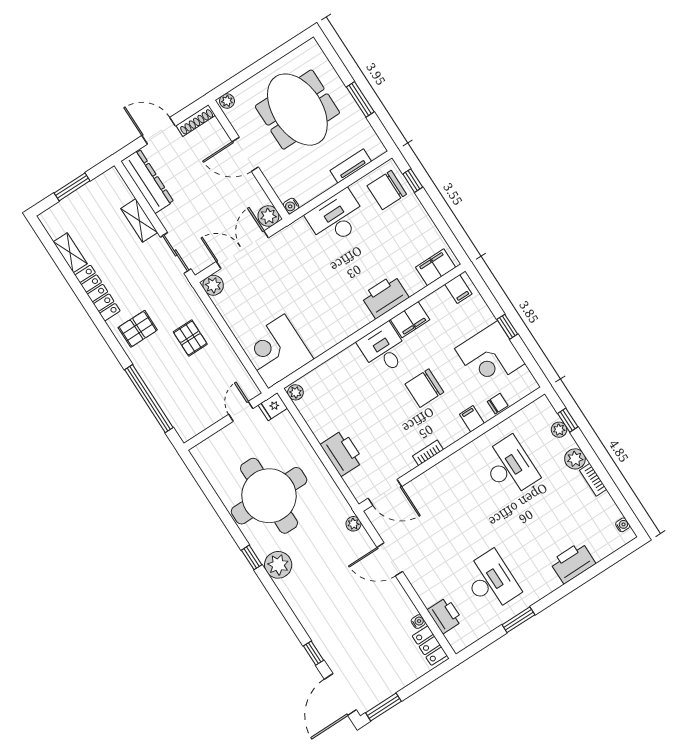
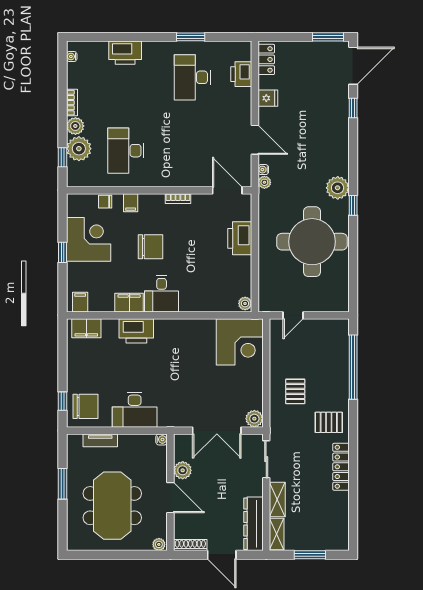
plant: (268, 216) -> (183, 470), moved
shelving: (70, 253) -> (277, 534), moved
fridge: (273, 407) -> (268, 98), moved
plant: (559, 430) -> (79, 149), width x1.88, depth x1.88
water cooler: (418, 622) -> (263, 170), moved

